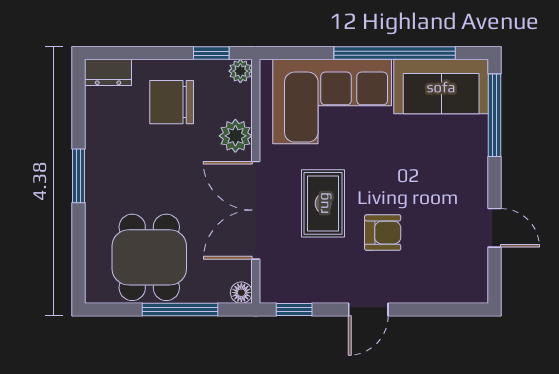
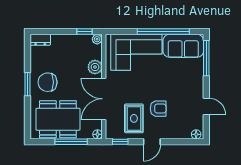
chair: (172, 102) -> (48, 82), moved
rug: (323, 203) -> (134, 118), moved
dining table: (149, 257) -> (58, 119), width x1.37
floor lamp: (471, 293) -> (196, 134), added

